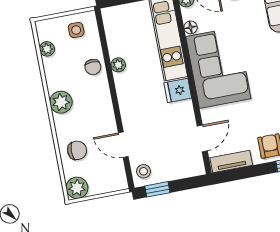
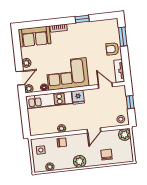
door: (123, 145) -> (94, 130), moved
plant: (77, 188) -> (125, 135), moved
window: (157, 189) -> (130, 102), moved

